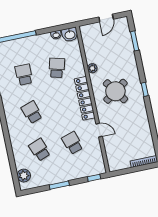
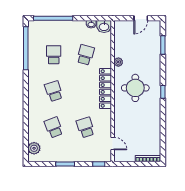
round table: (115, 91) -> (135, 88), turned 35
door: (99, 130) -> (113, 144), moved

